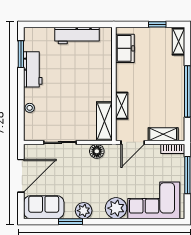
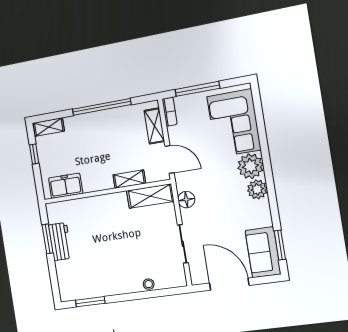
window: (81, 24) -> (47, 239), added
workbench: (77, 36) -> (60, 242), width x0.73
workbench: (33, 69) -> (105, 286), removed
plant: (84, 211) -> (257, 189), moved
window: (70, 222) -> (280, 245), moved

